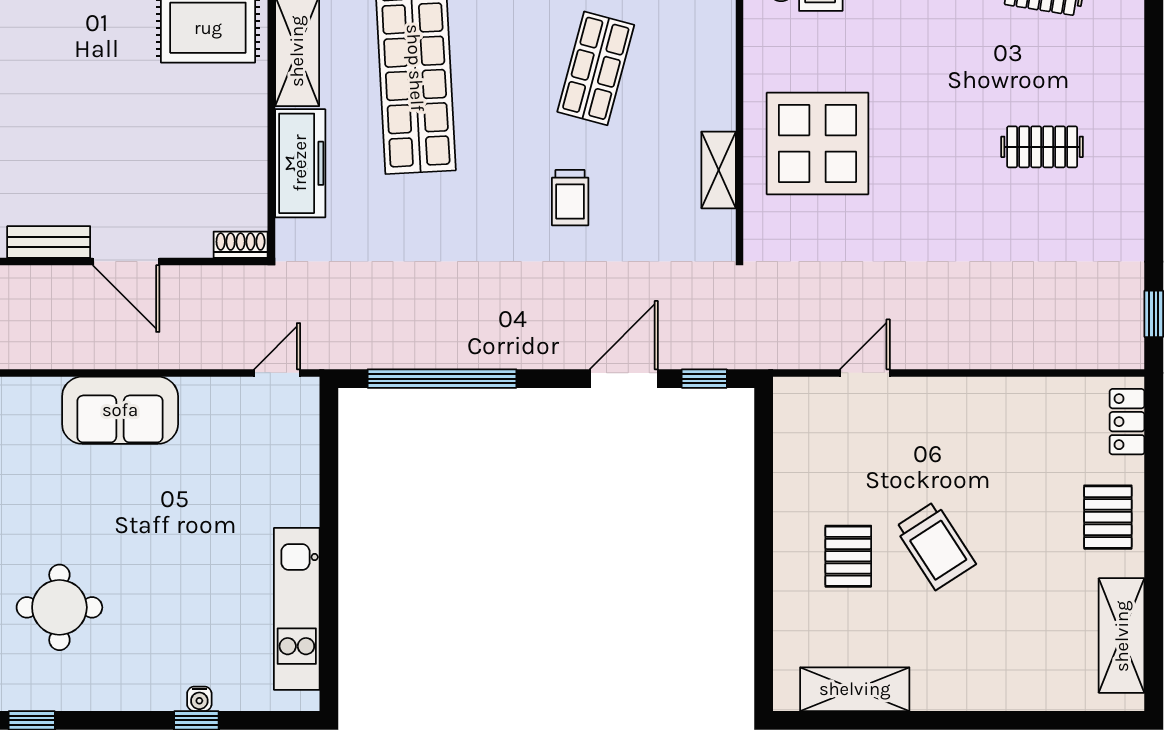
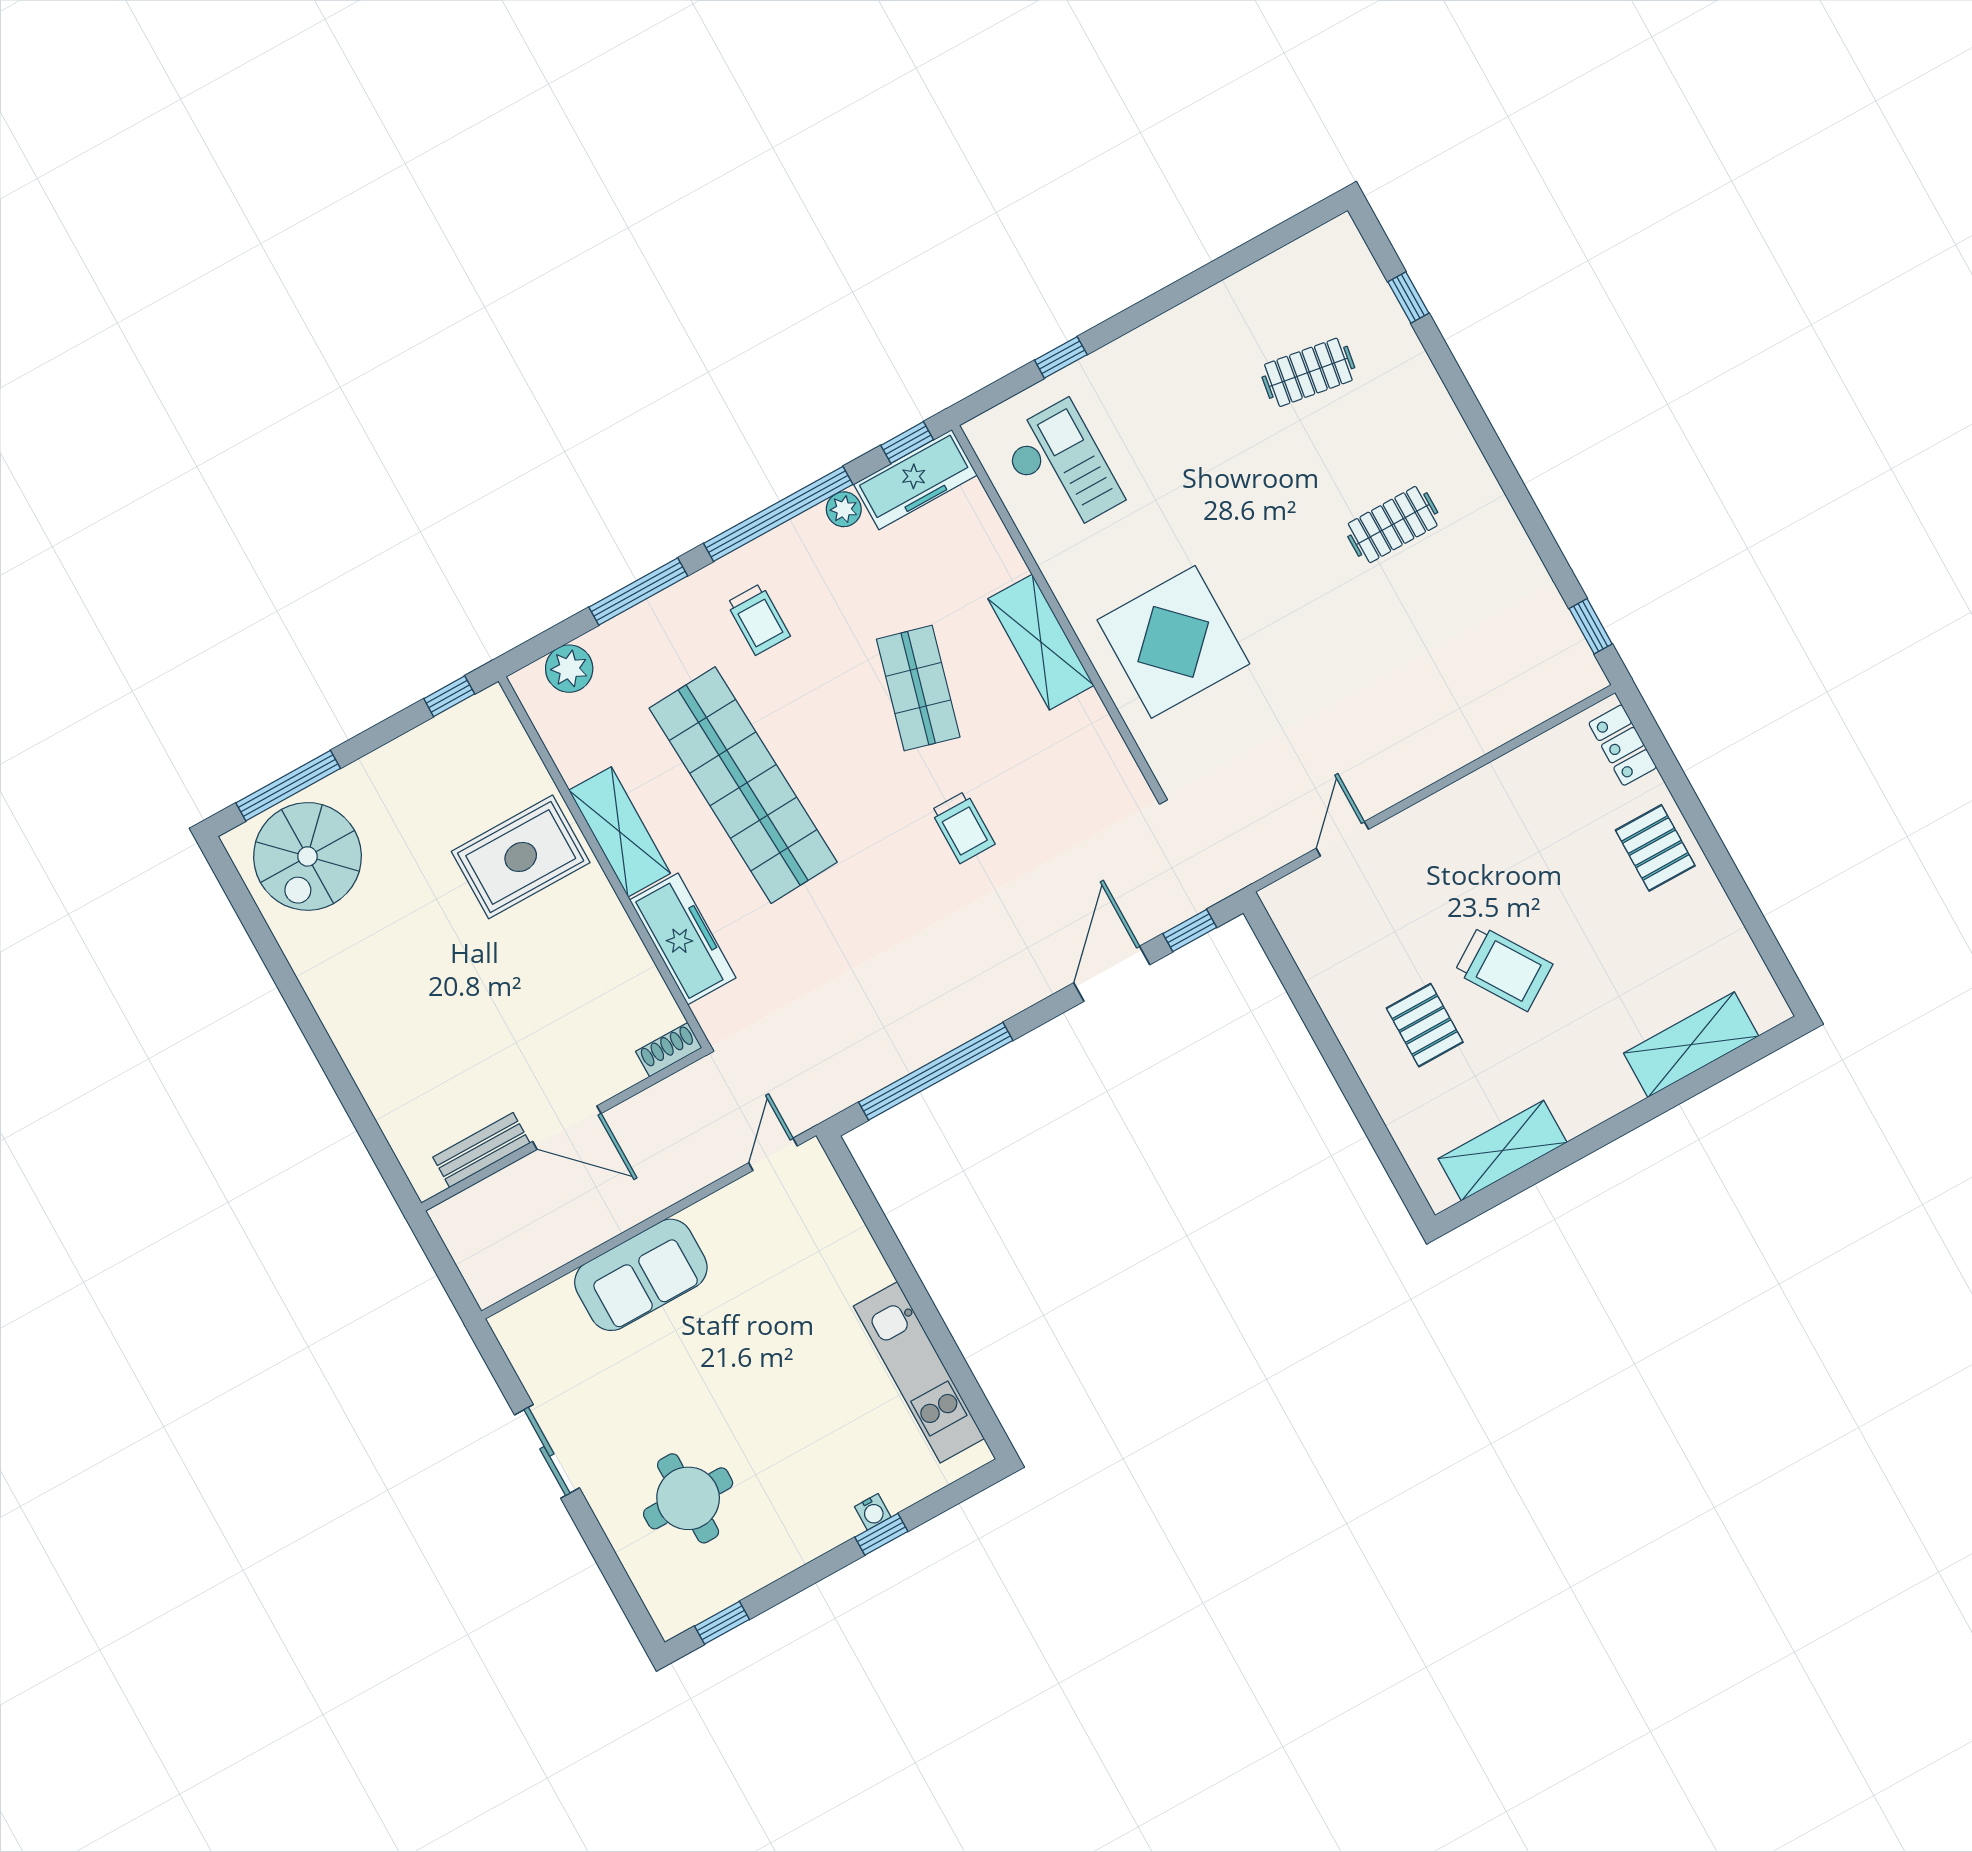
shelving: (719, 170) -> (1041, 642), moved, width x1.50, depth x1.33
shelving: (1122, 636) -> (1691, 1045), moved, turned 90

